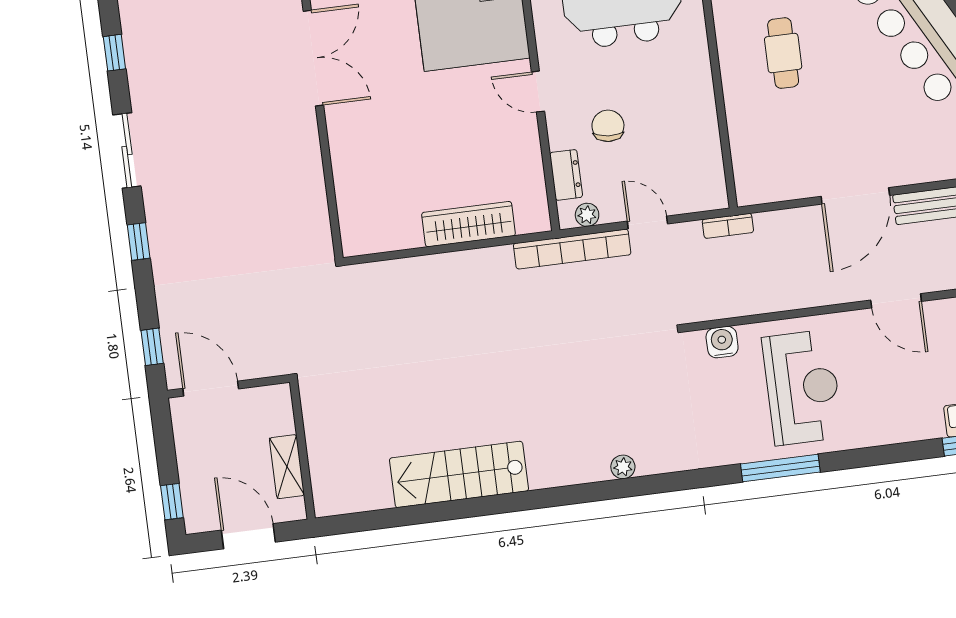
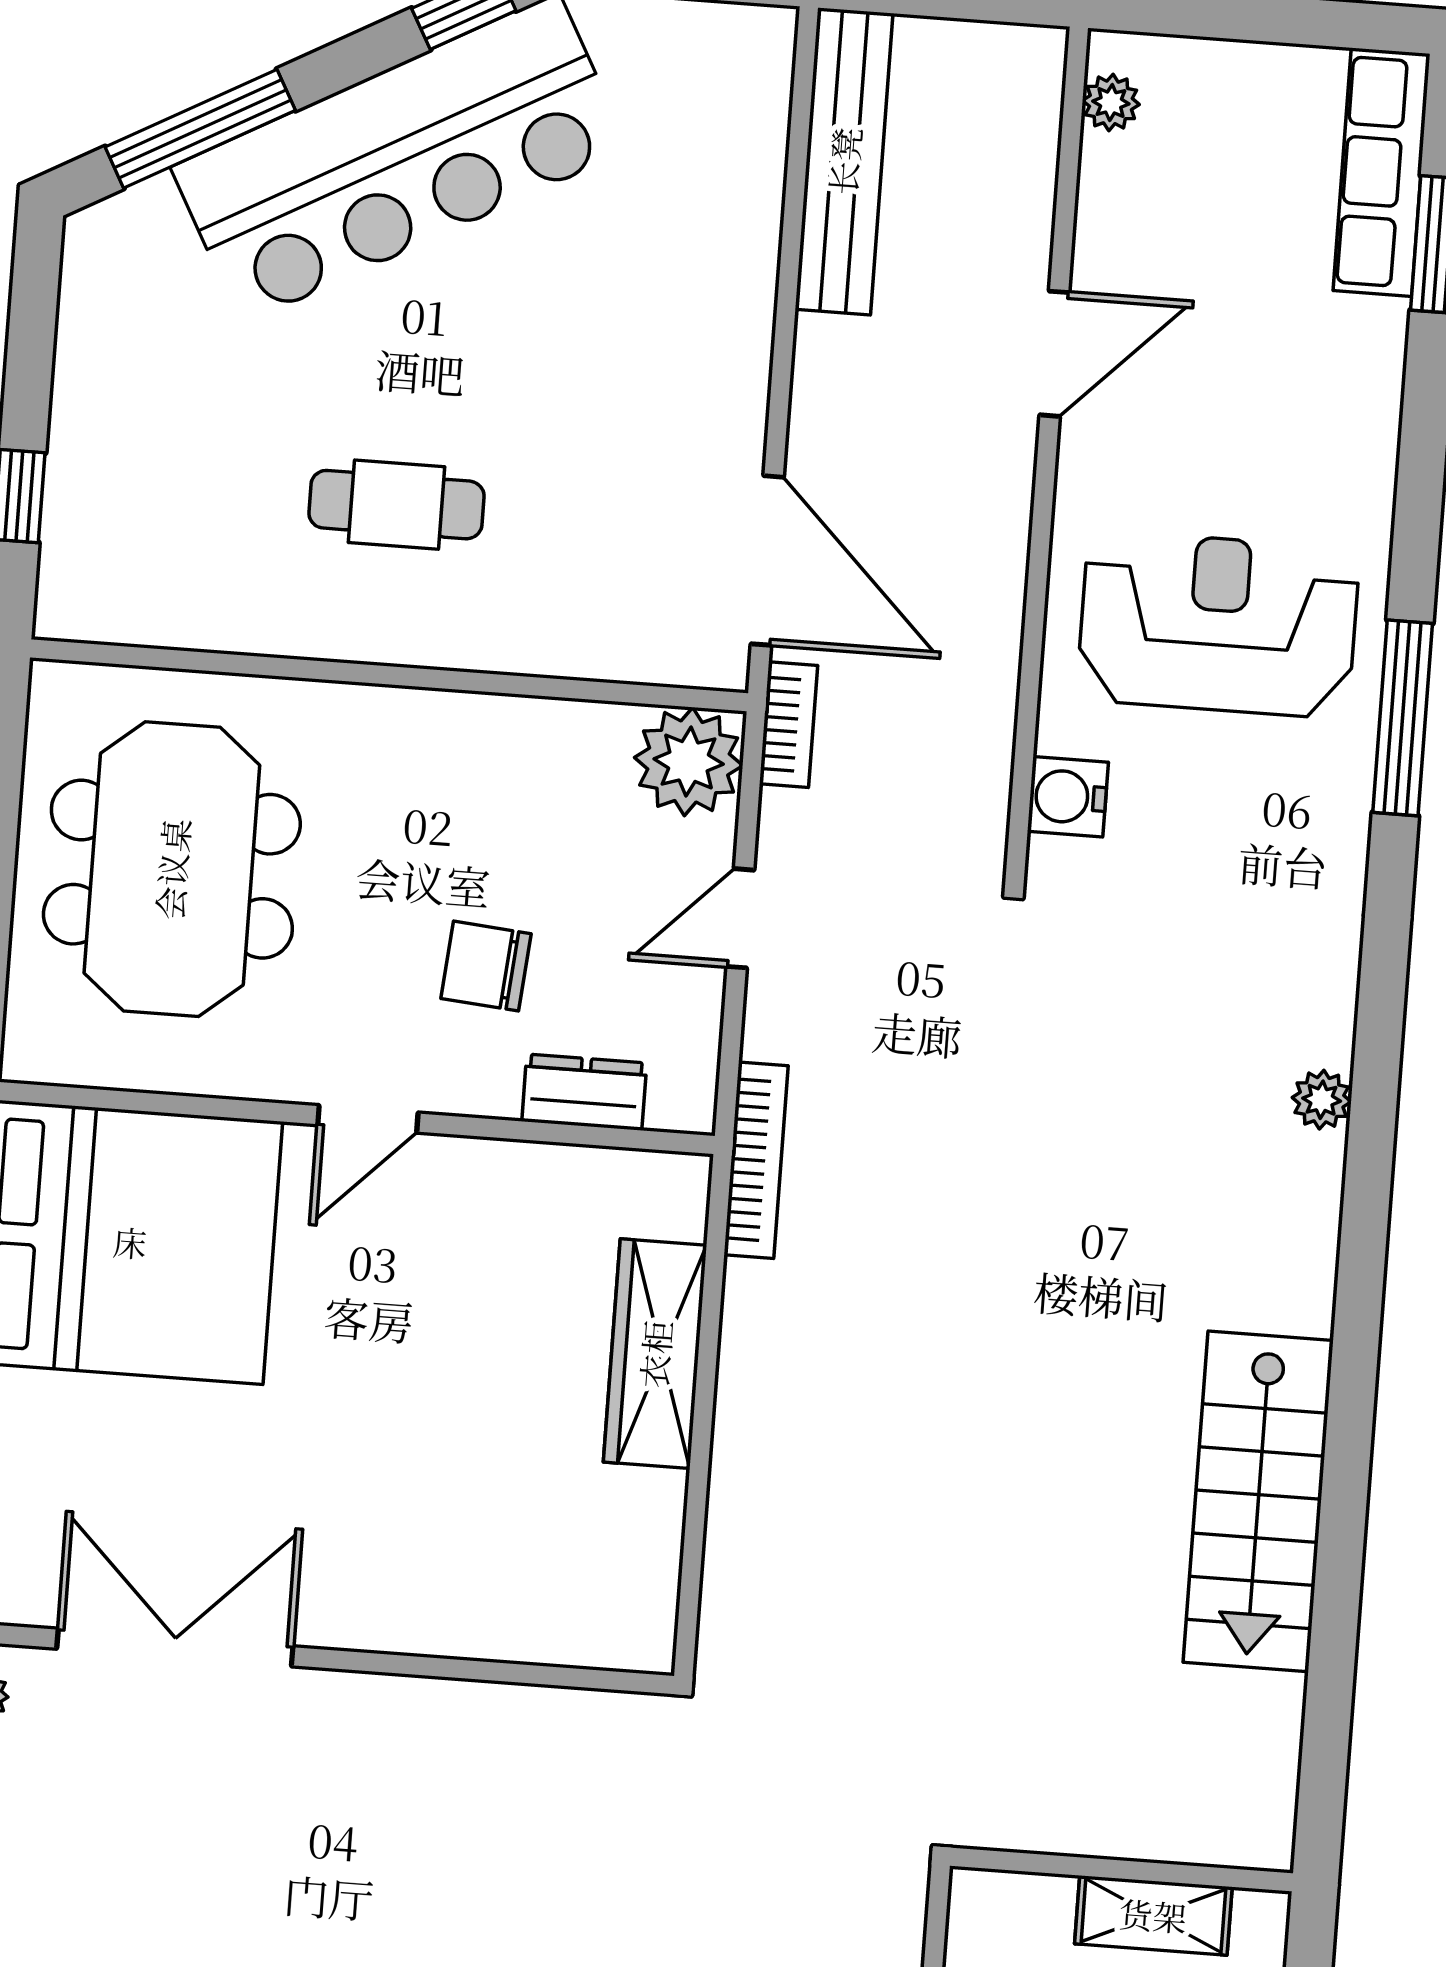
door: (855, 196) -> (767, 560), moved
plant: (587, 215) -> (689, 762), moved, width x1.88, depth x1.88
bookcase: (572, 249) -> (756, 1160), width x0.68, depth x0.76

